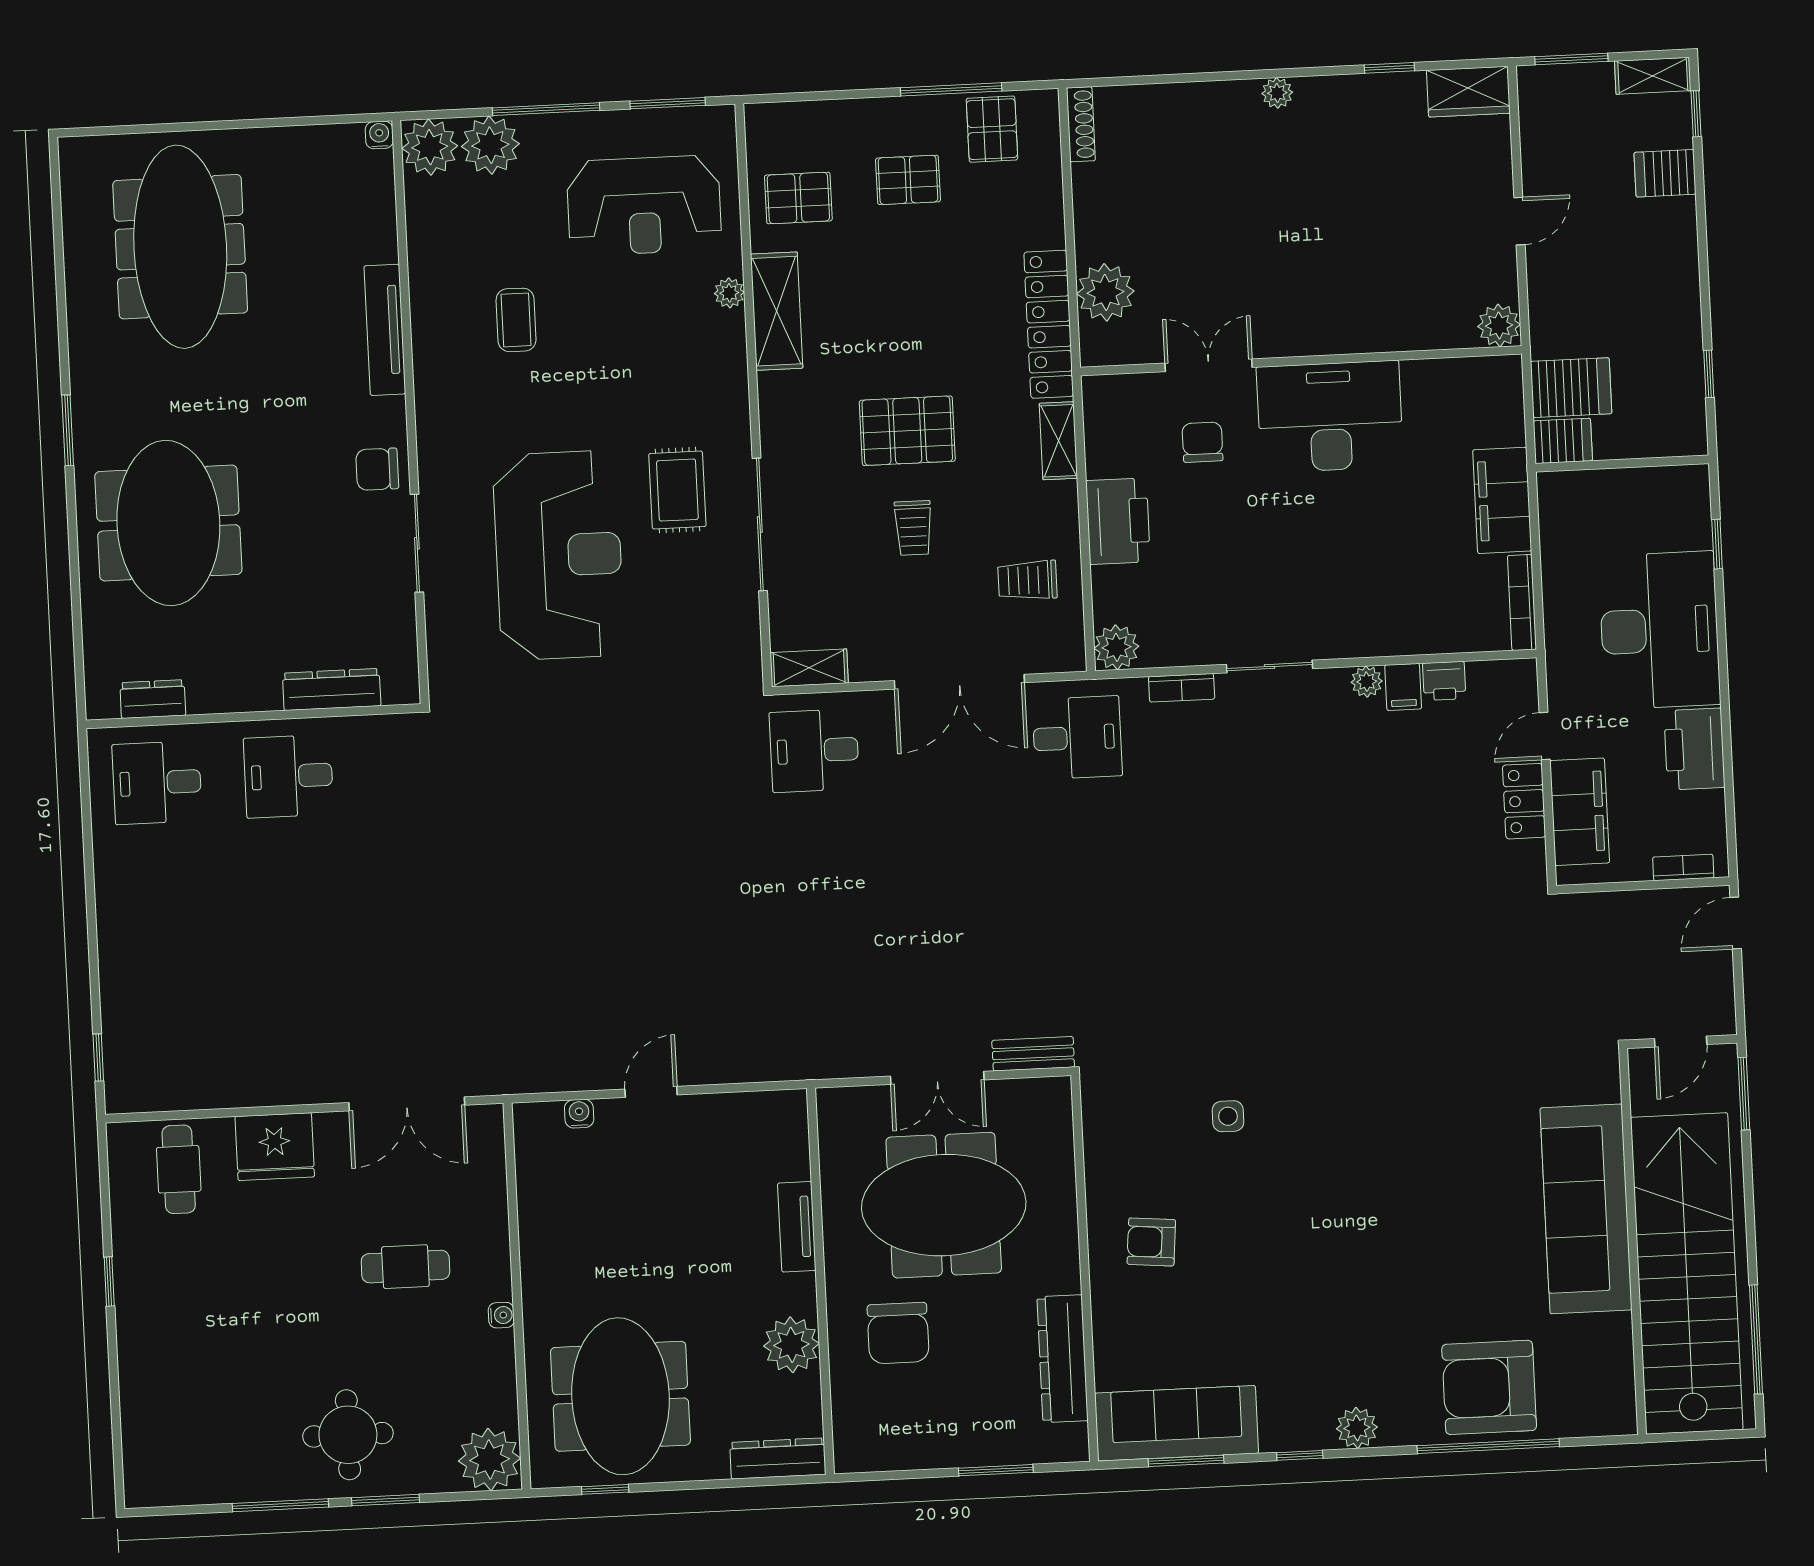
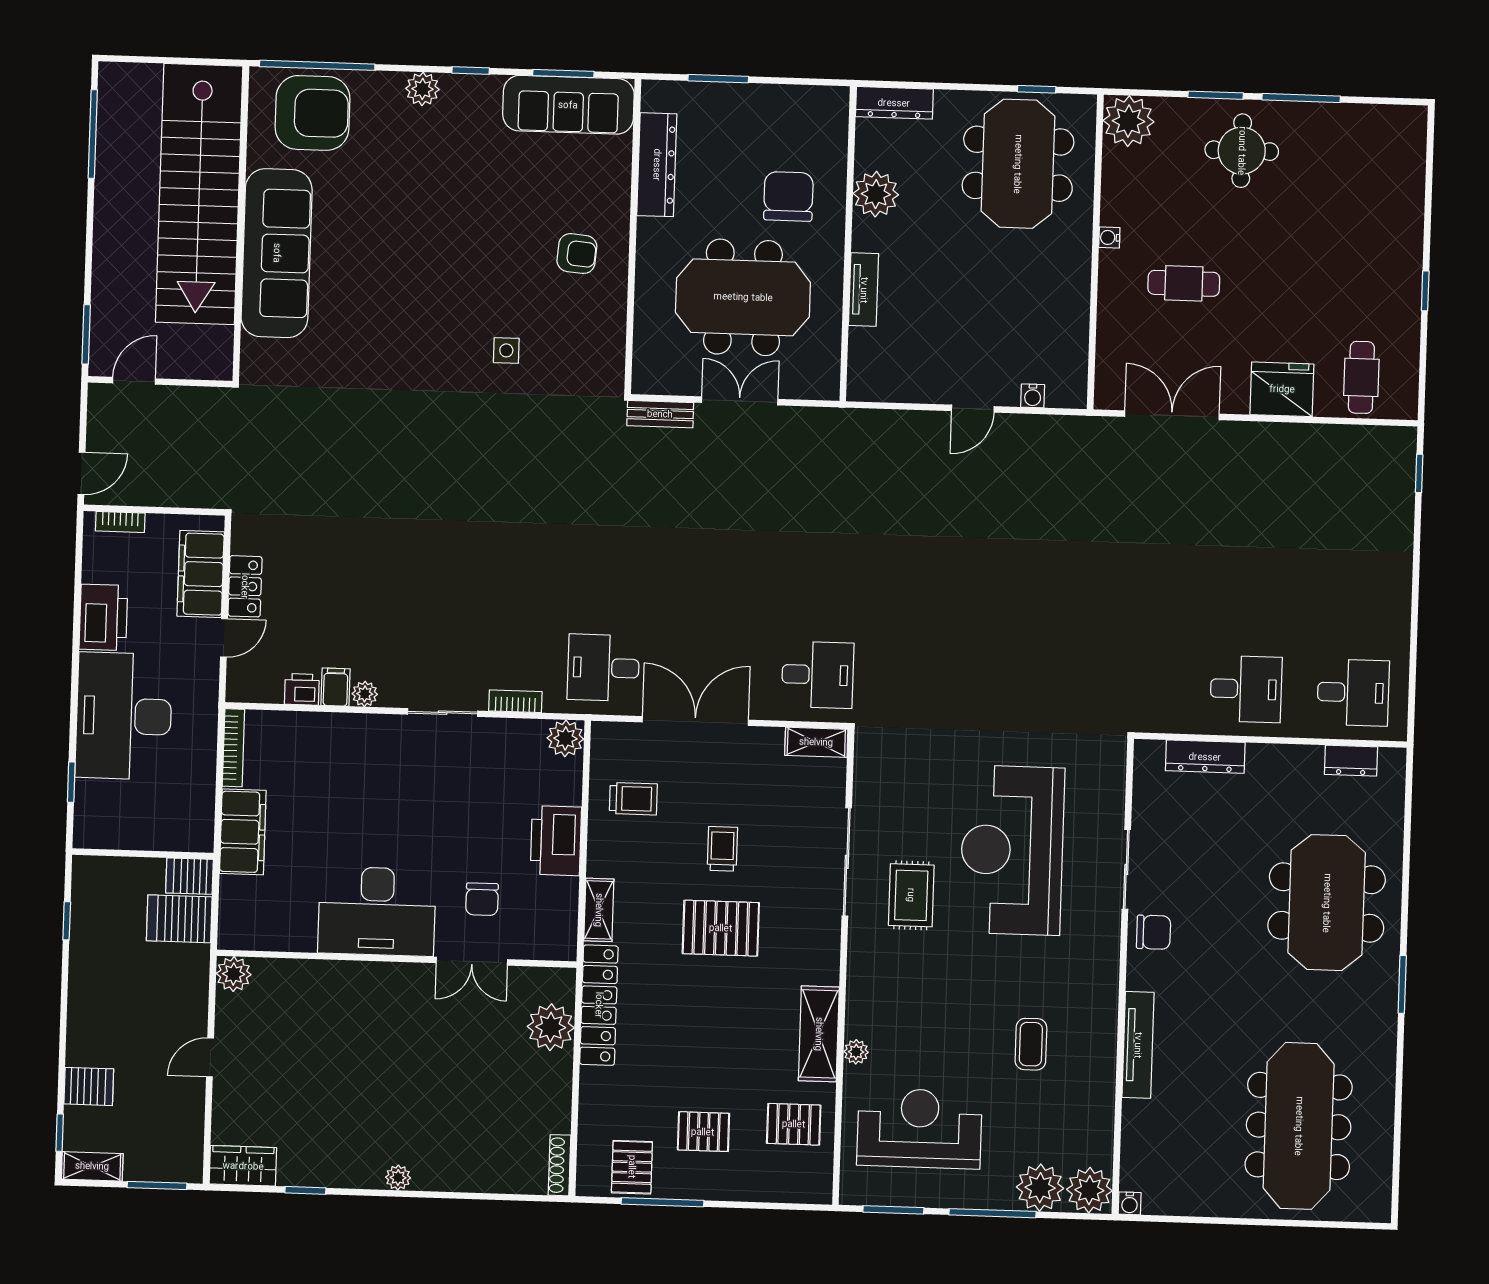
sofa: (1586, 1209) -> (277, 253), moved
wall: (1633, 1242) -> (241, 224), moved
stairs: (1687, 1273) -> (199, 194), moved

